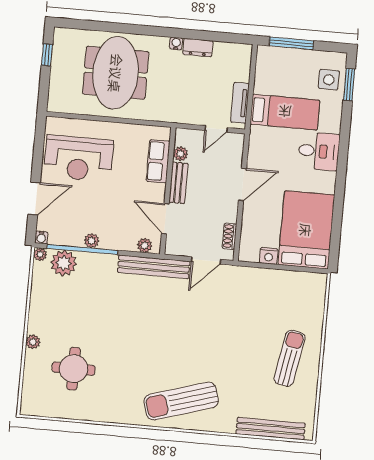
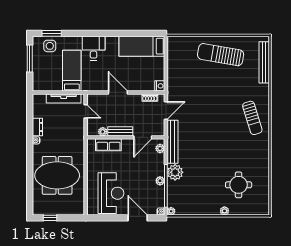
window: (291, 43) -> (30, 59), moved
tv unit: (240, 103) -> (64, 98), width x1.41
bed: (306, 230) -> (142, 46), width x0.67
nightstand: (269, 256) -> (160, 86), moved
door: (206, 260) -> (166, 110), hinge flipped
plant: (64, 263) -> (175, 172), moved
sun lounger: (290, 358) -> (221, 55), width x1.36, depth x1.34
sun lounger: (181, 401) -> (252, 118), width x0.73, depth x0.75

